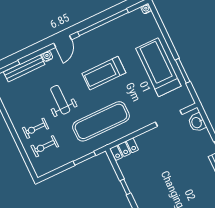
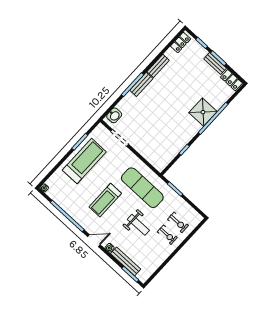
treadmill: (158, 67) -> (84, 161), turned 180
treadmill: (104, 73) -> (105, 200), turned 90
weight bench: (60, 100) -> (138, 225), turned -90
locker: (124, 149) -> (156, 162), removed

